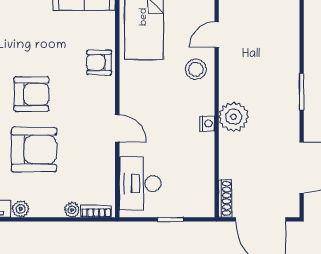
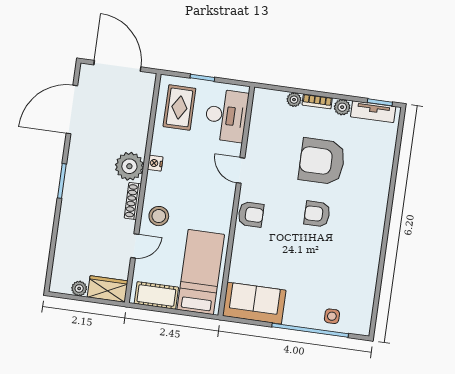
armchair: (99, 62) -> (251, 214), moved
armchair: (31, 94) -> (317, 214), width x0.72, depth x0.72
rug: (190, 185) -> (179, 107), added
shoe rack: (225, 198) -> (133, 201), moved
bookcase: (96, 211) -> (317, 101), moved

